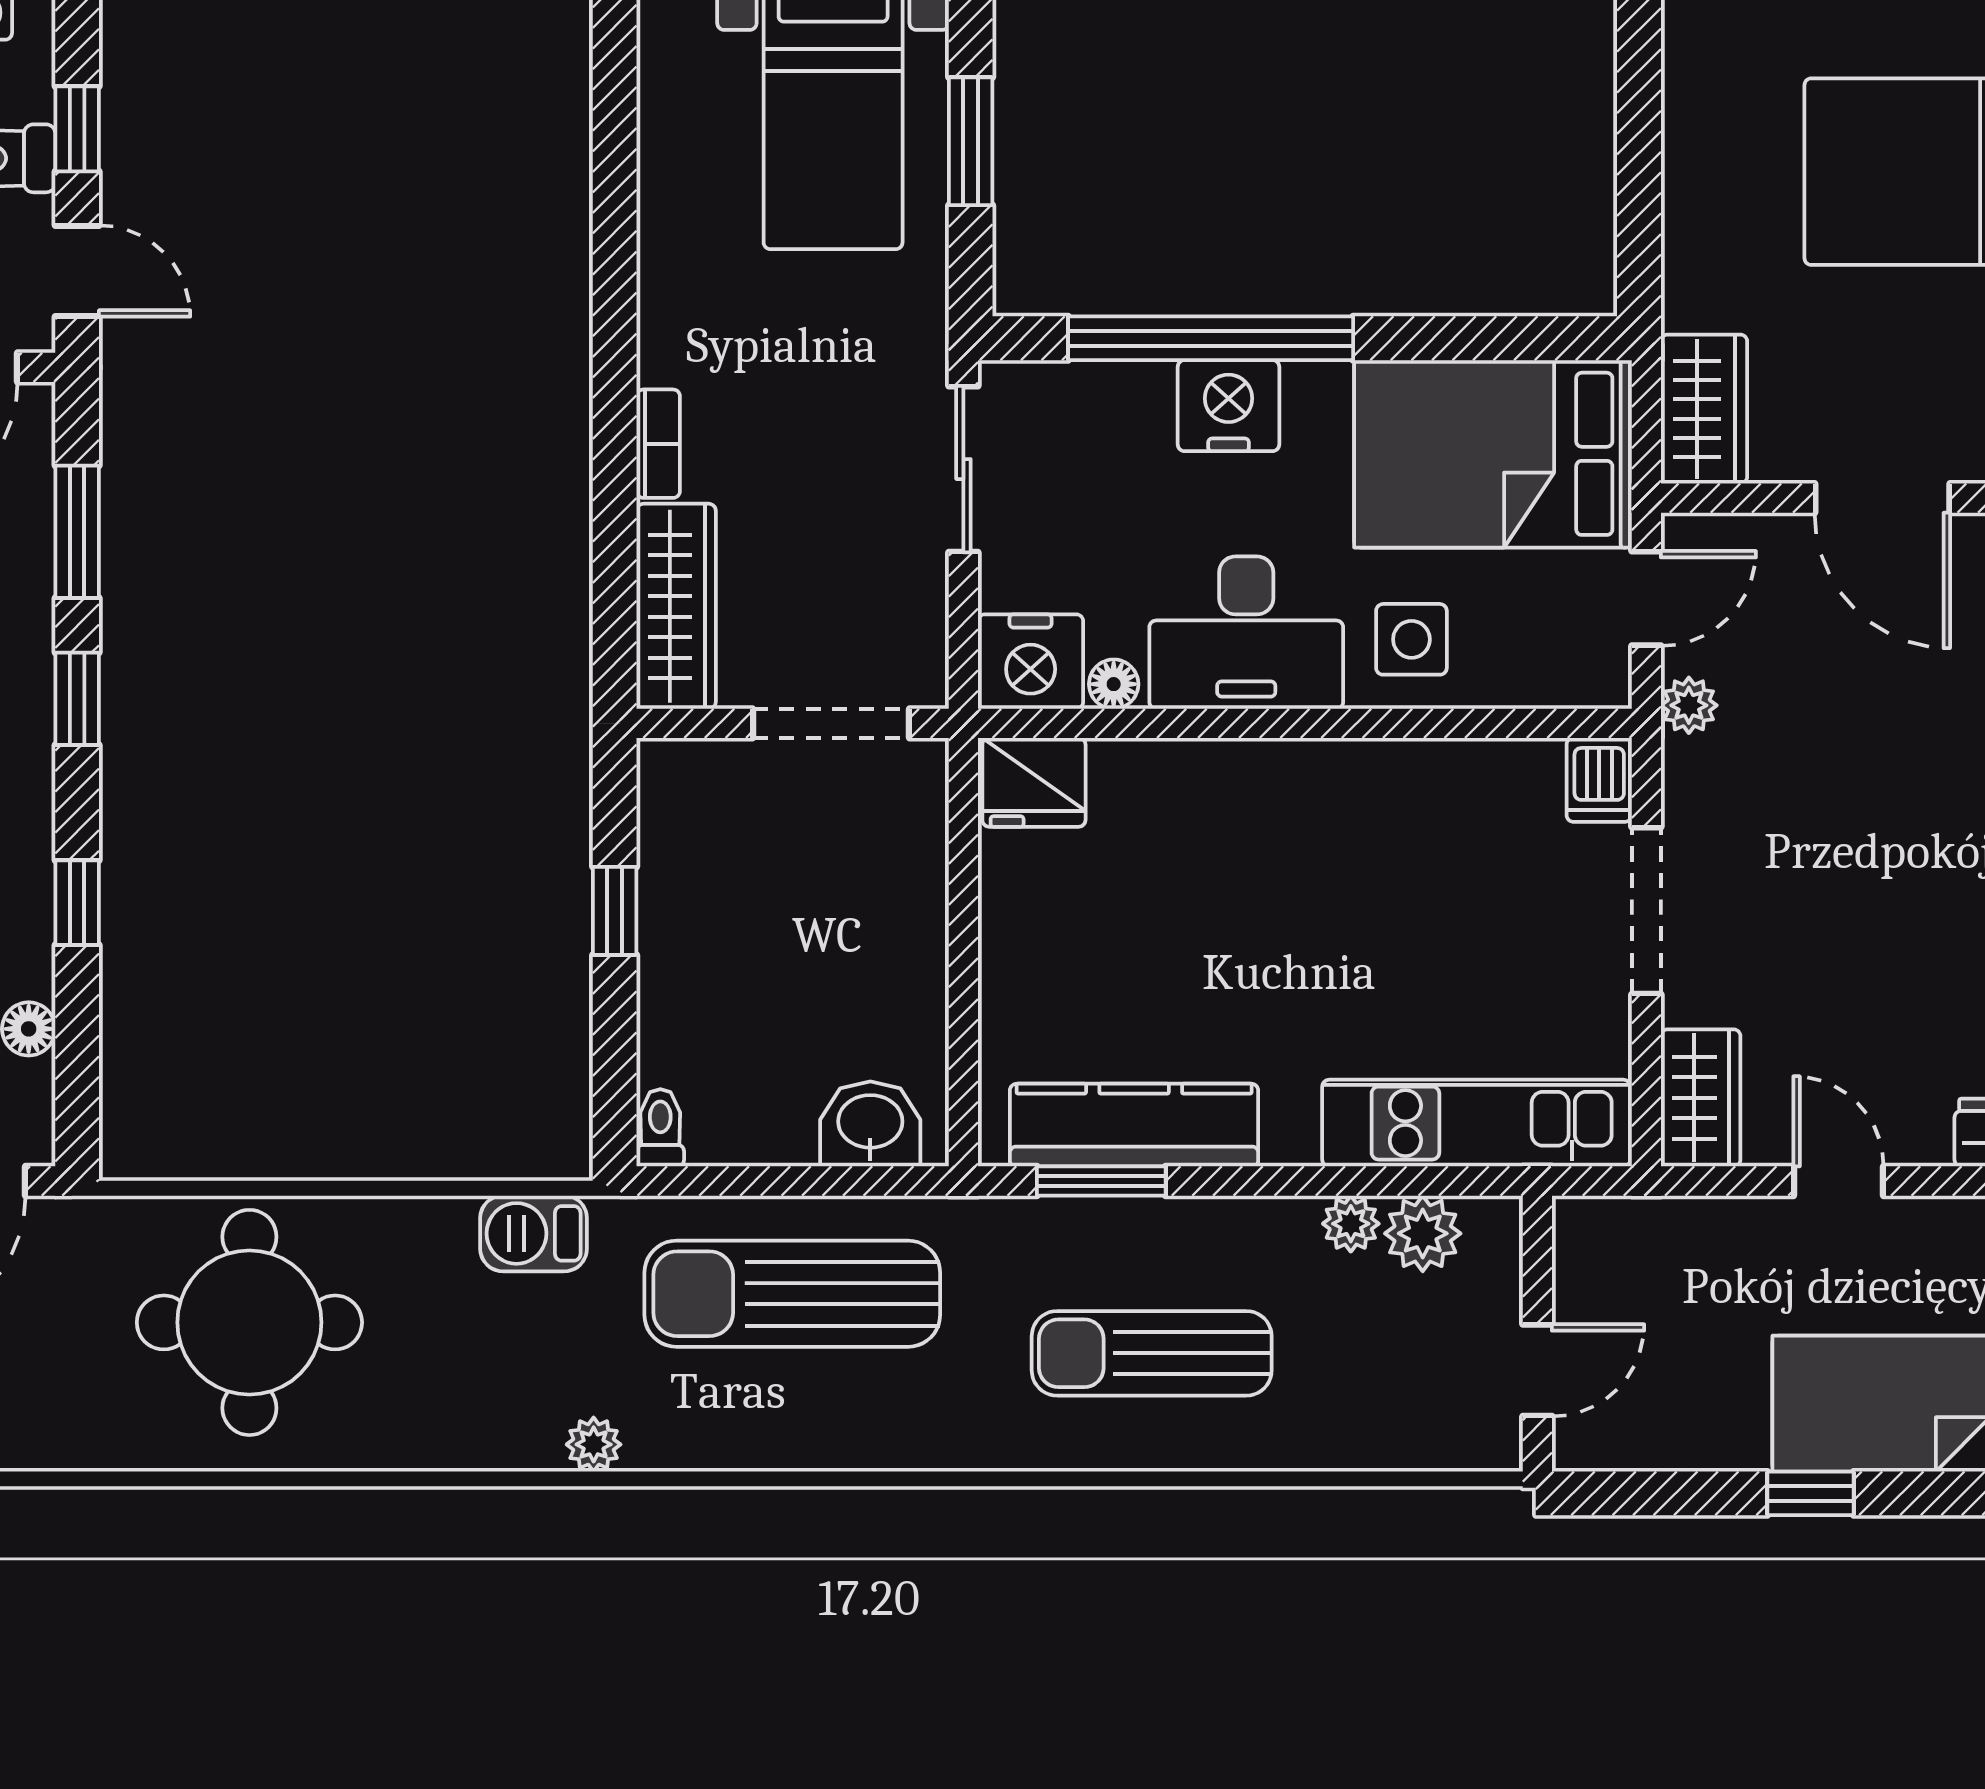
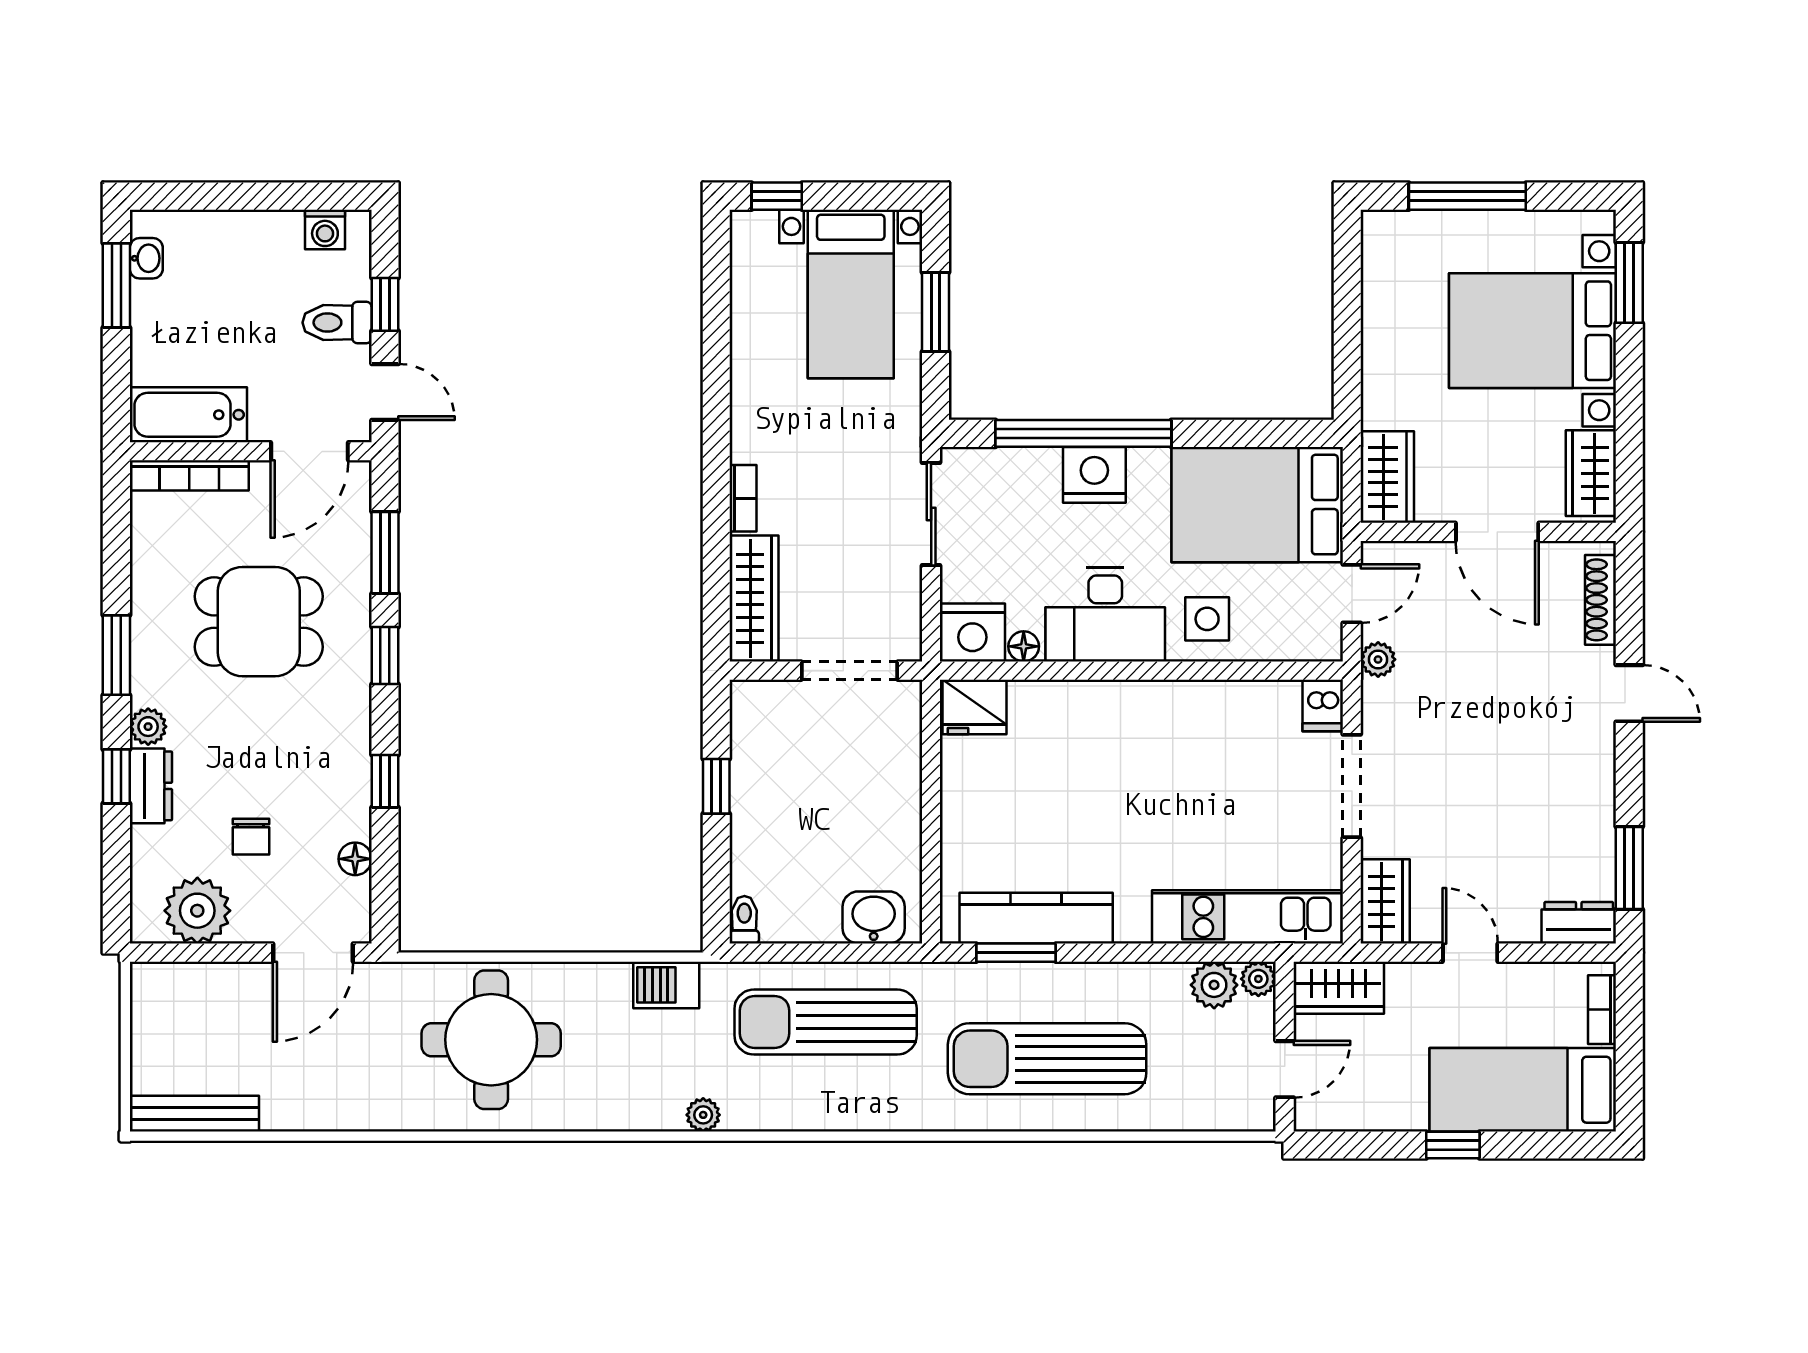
plant: (1351, 1224) -> (1258, 979), moved
wardrobe: (1625, 1238) -> (1339, 988), added
sun lounger: (1152, 1353) -> (1047, 1059), width x1.36, depth x1.34

